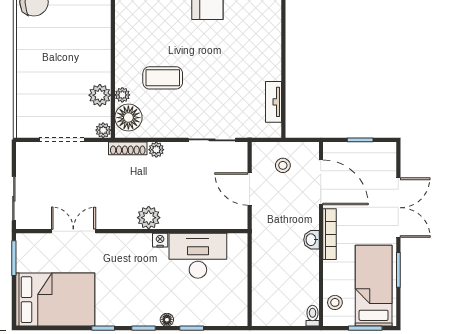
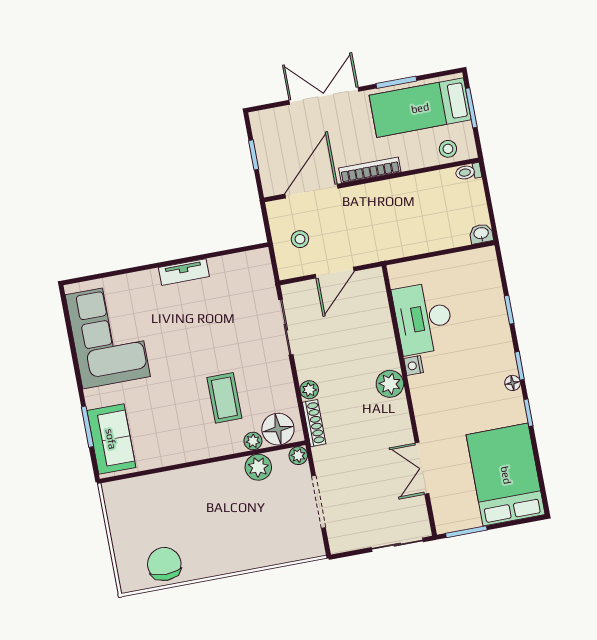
tv unit: (274, 102) -> (184, 272), moved
washbasin: (311, 240) -> (481, 234), moved, turned 180
floor lamp: (167, 320) -> (513, 383), moved

